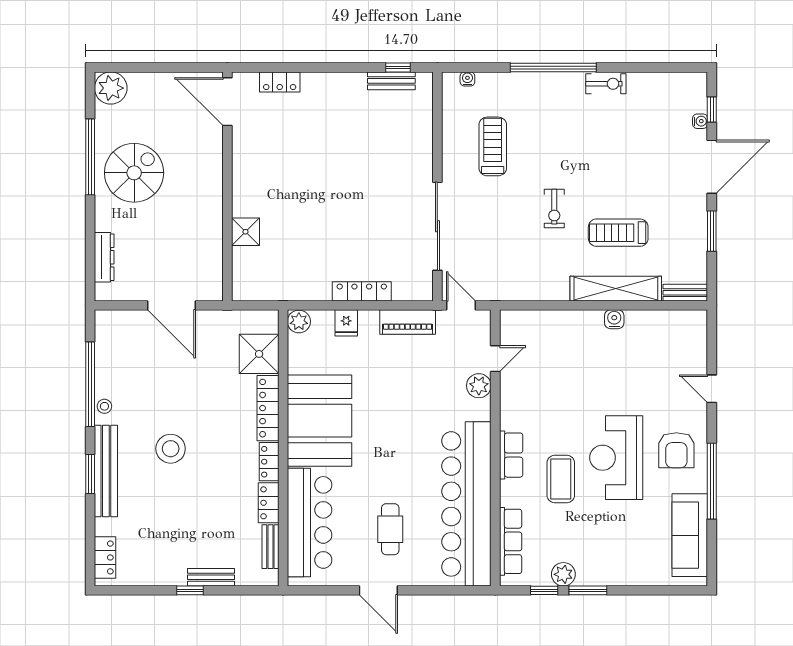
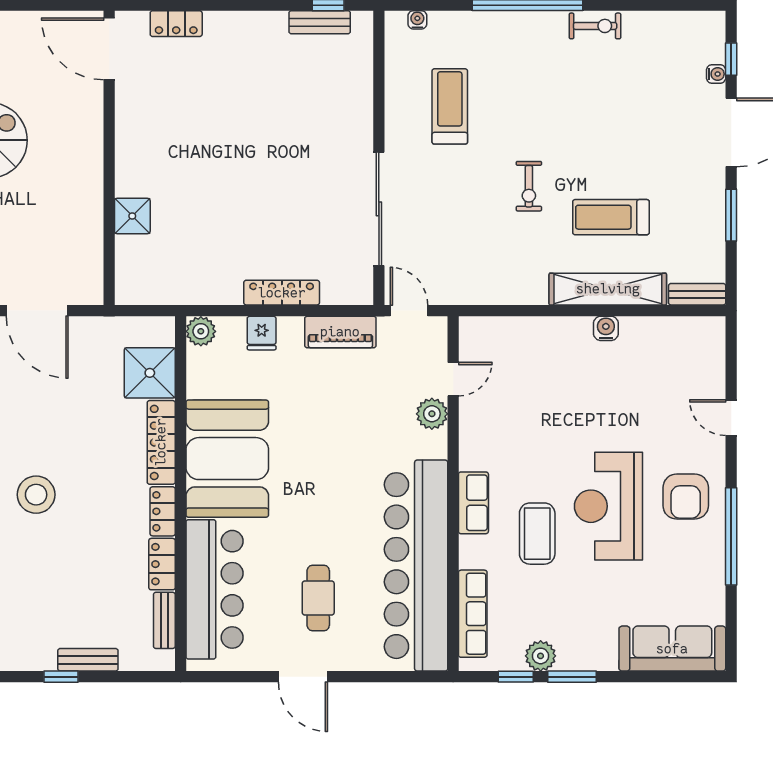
sofa: (690, 535) -> (672, 649), moved, turned 90

